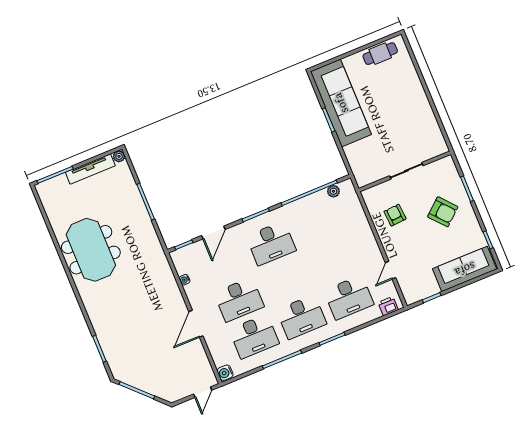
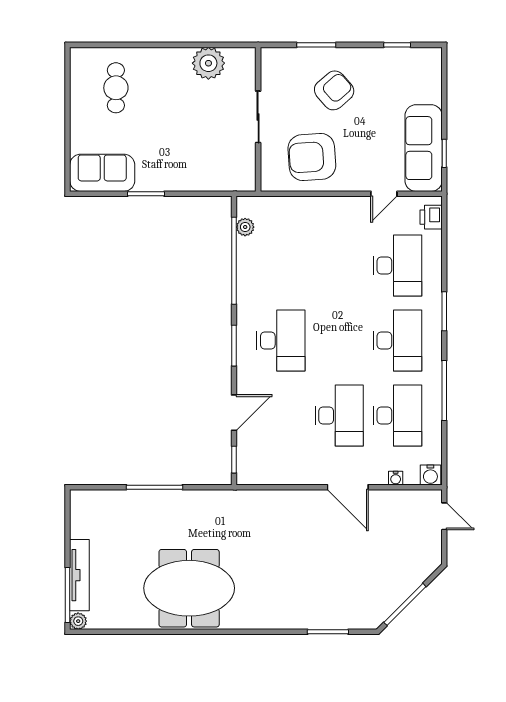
cafe table: (380, 54) -> (116, 88), moved
sofa: (341, 103) -> (102, 173), width x0.54, depth x0.79
plant: (427, 125) -> (208, 63), added
plant: (119, 156) -> (78, 621), moved
tv unit: (90, 169) -> (79, 575), moved
armchair: (395, 215) -> (312, 157), width x1.88, depth x1.88
door: (213, 232) -> (234, 413), hinge flipped
sofa: (465, 269) -> (424, 148), moved
door: (391, 270) -> (384, 194), hinge flipped
water cooler: (185, 280) -> (396, 478), moved

